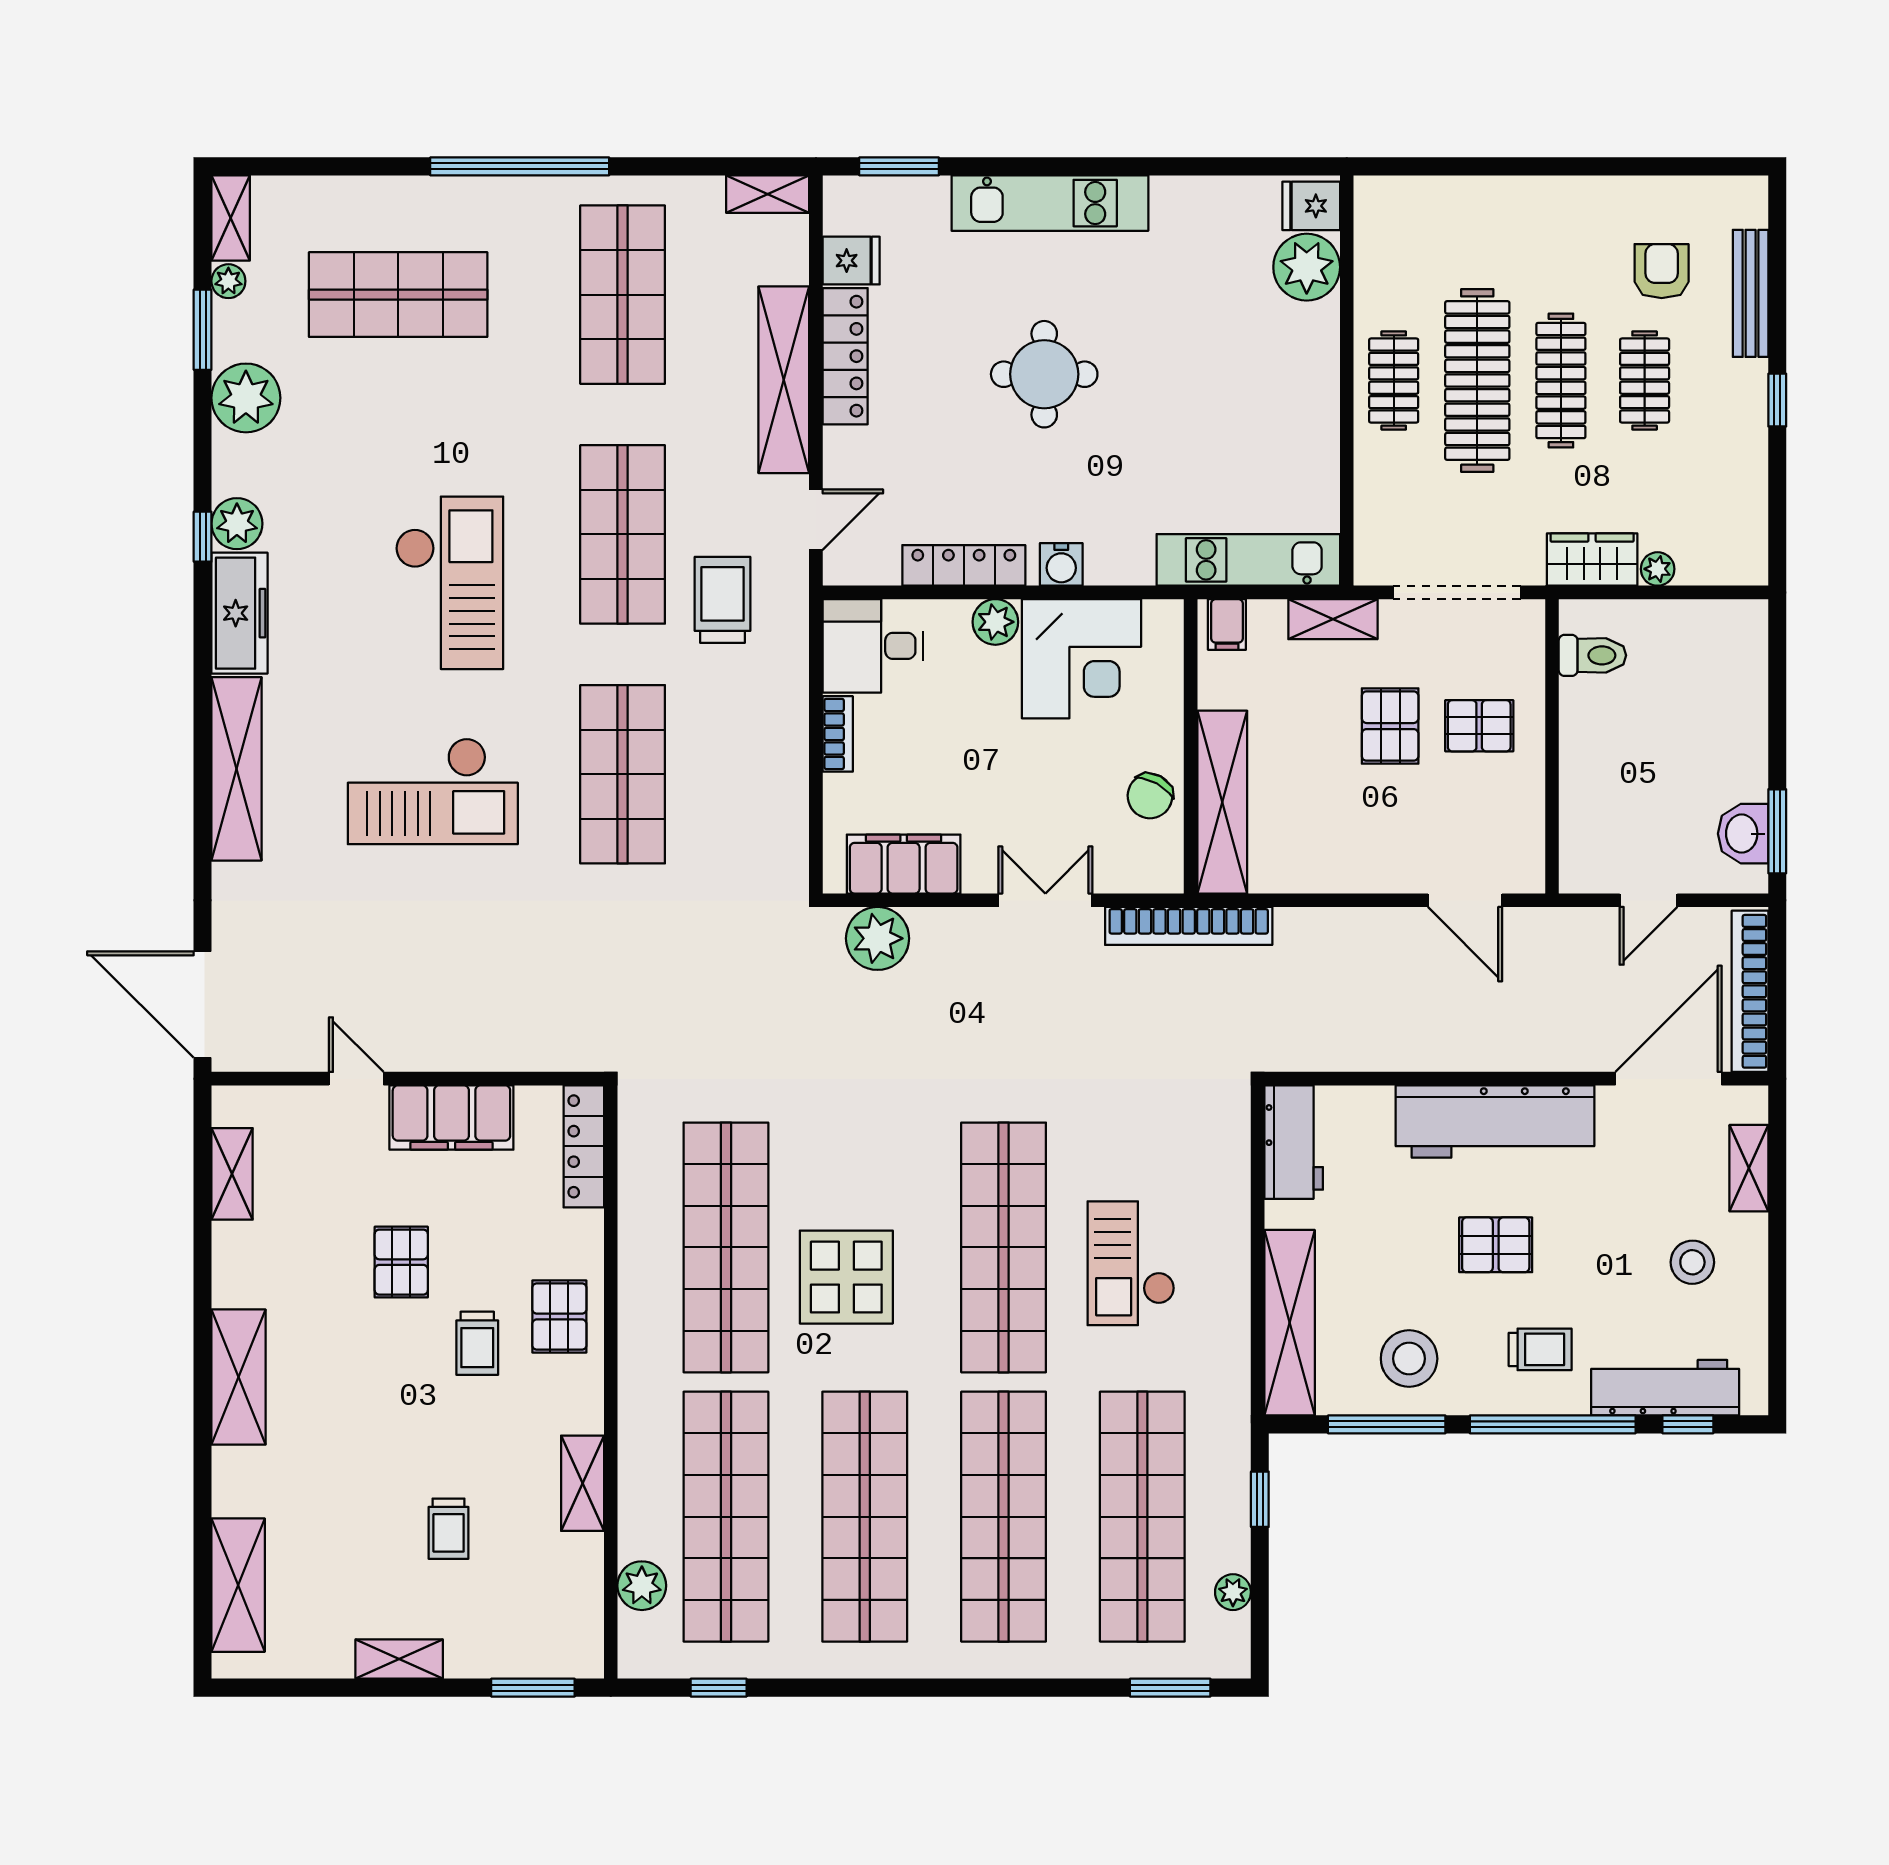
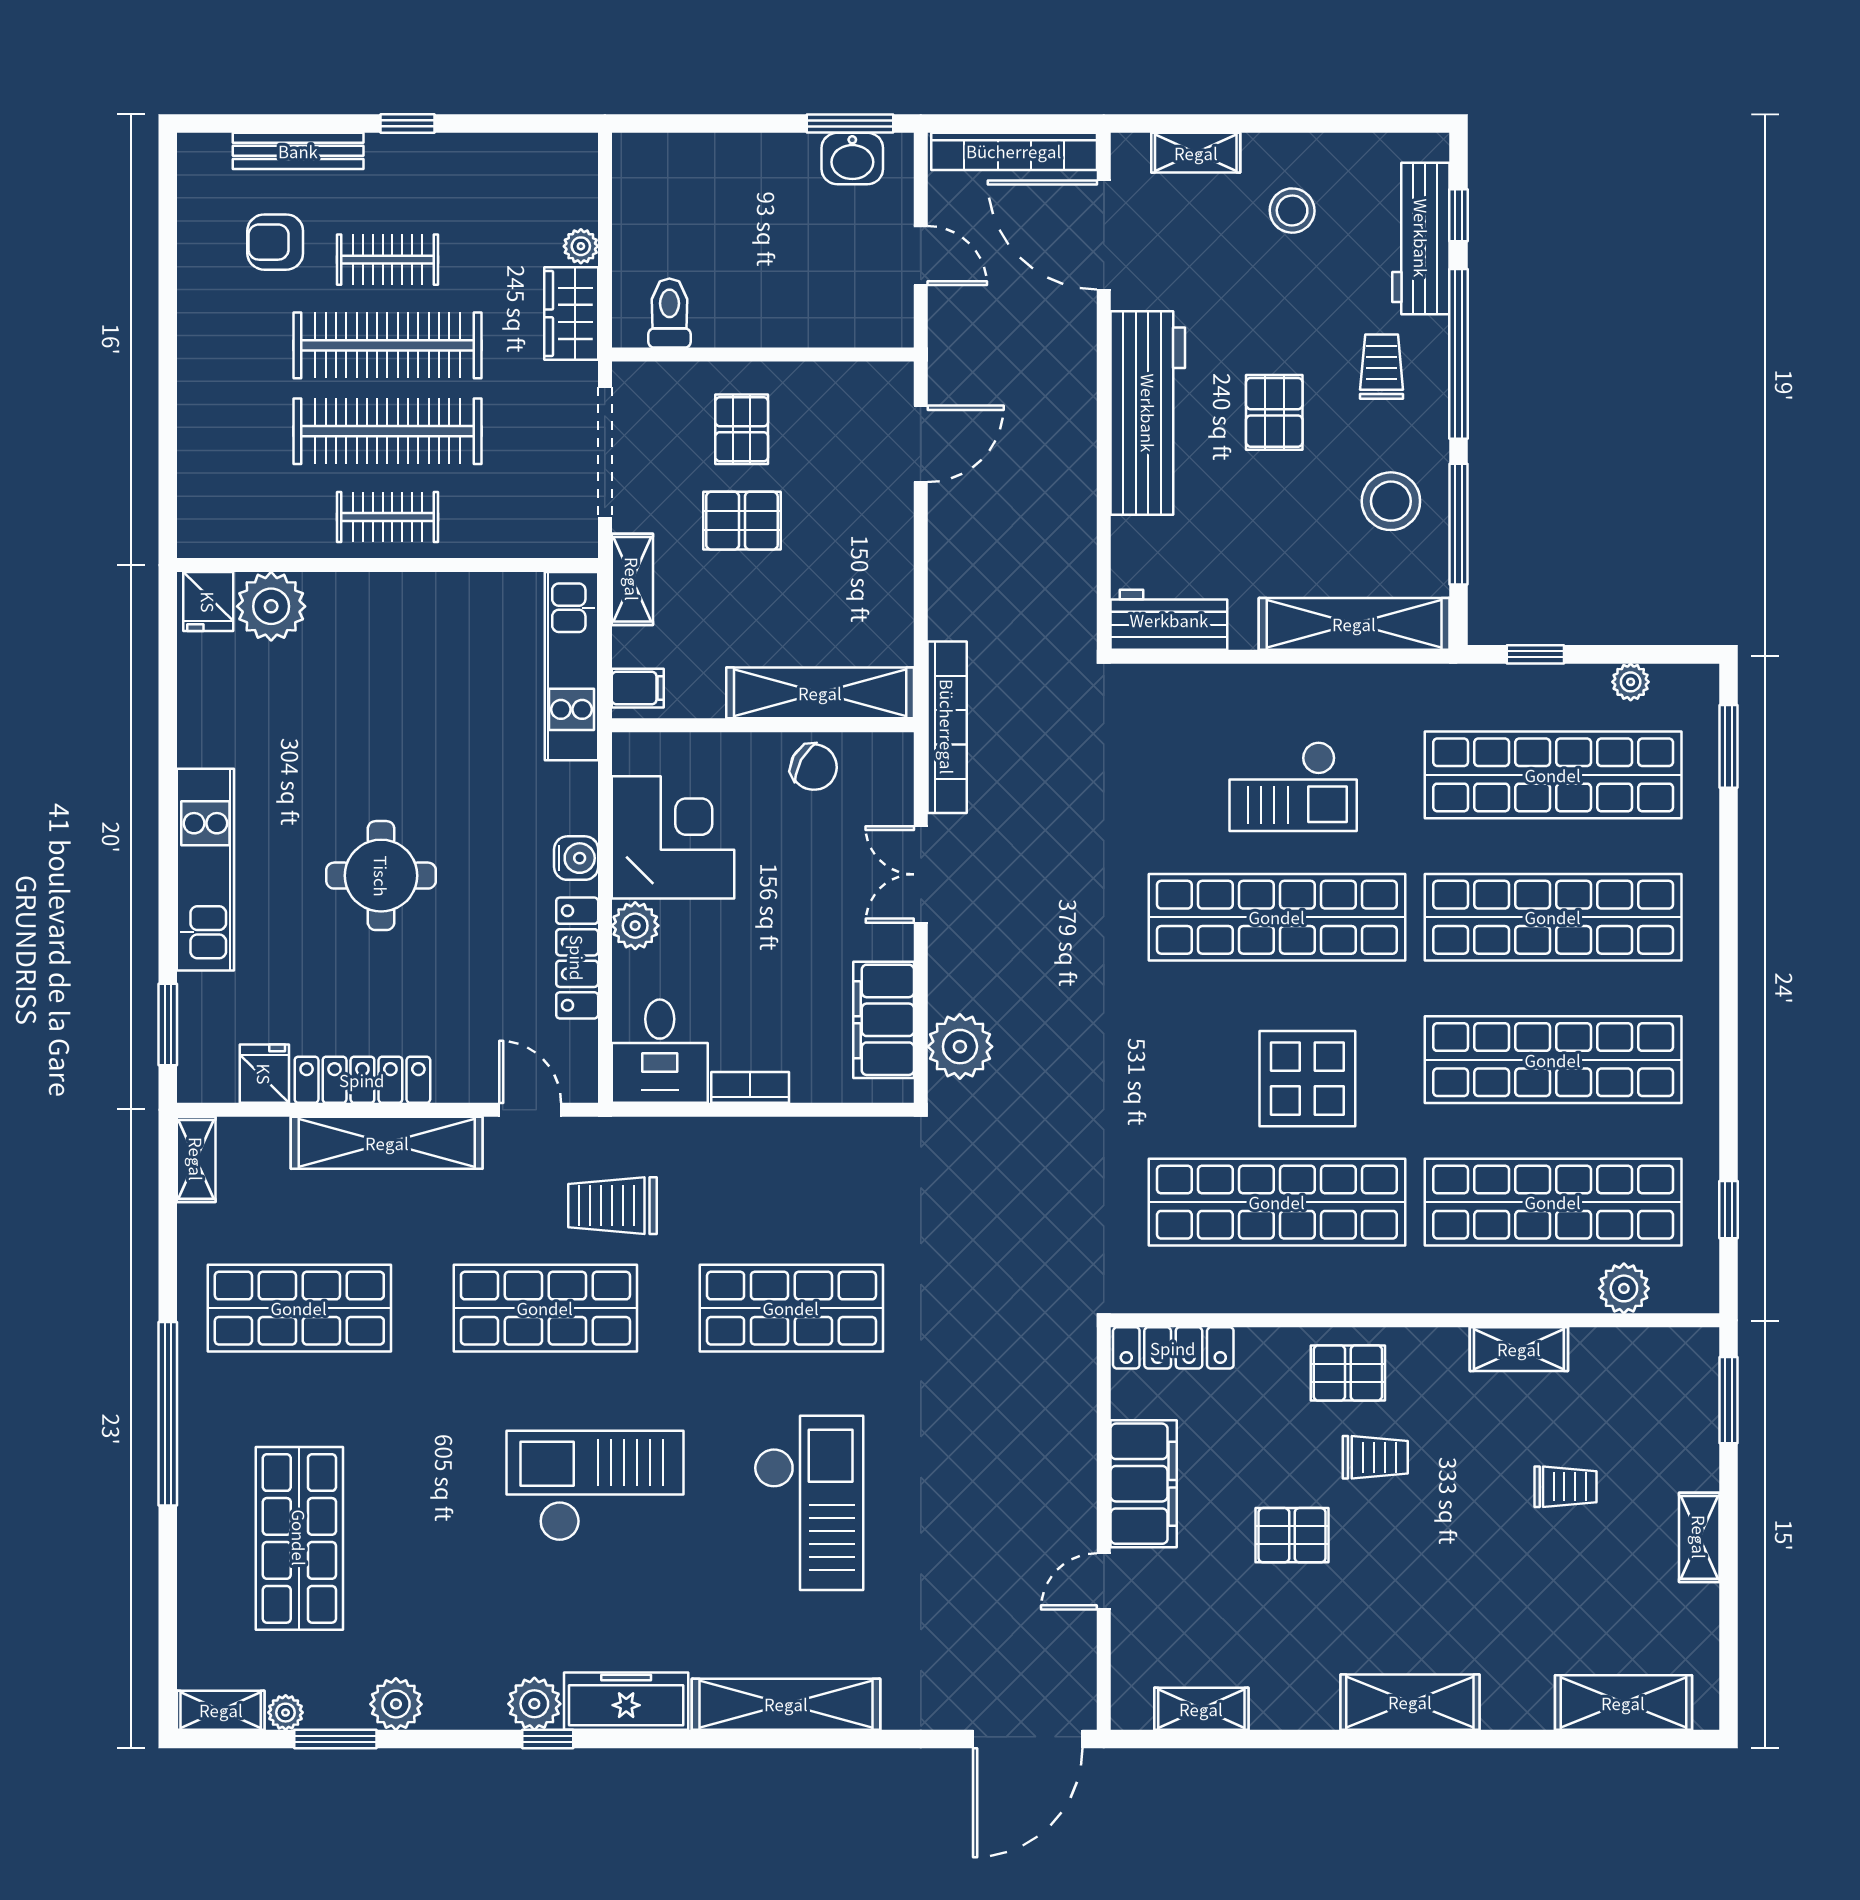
clothes rail: (1561, 381) -> (387, 345), width x1.37, depth x1.31
plant: (246, 398) -> (396, 1704), width x0.73, depth x0.73

